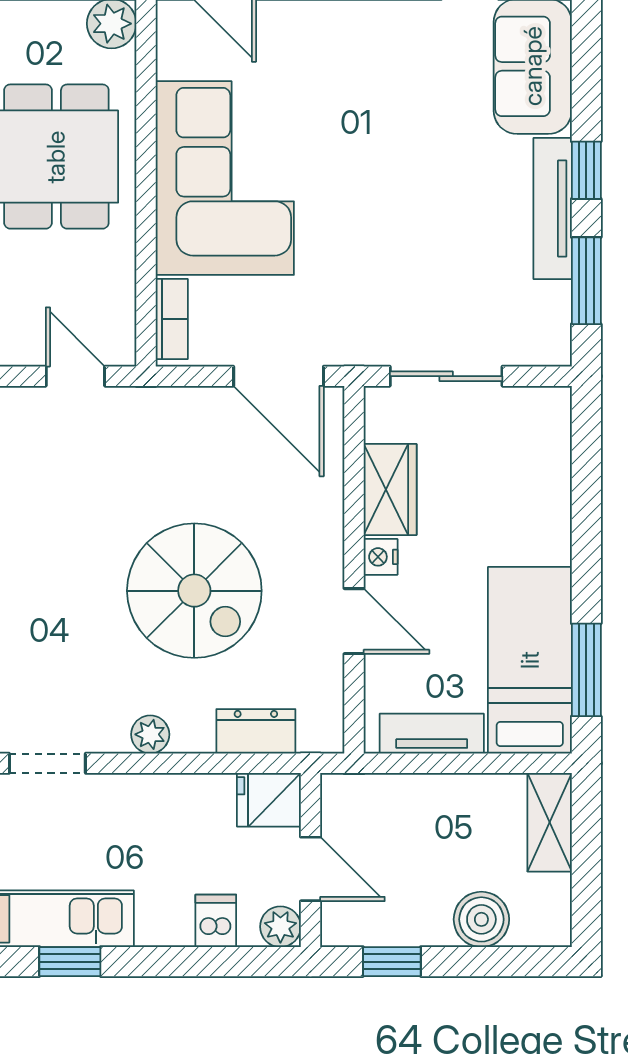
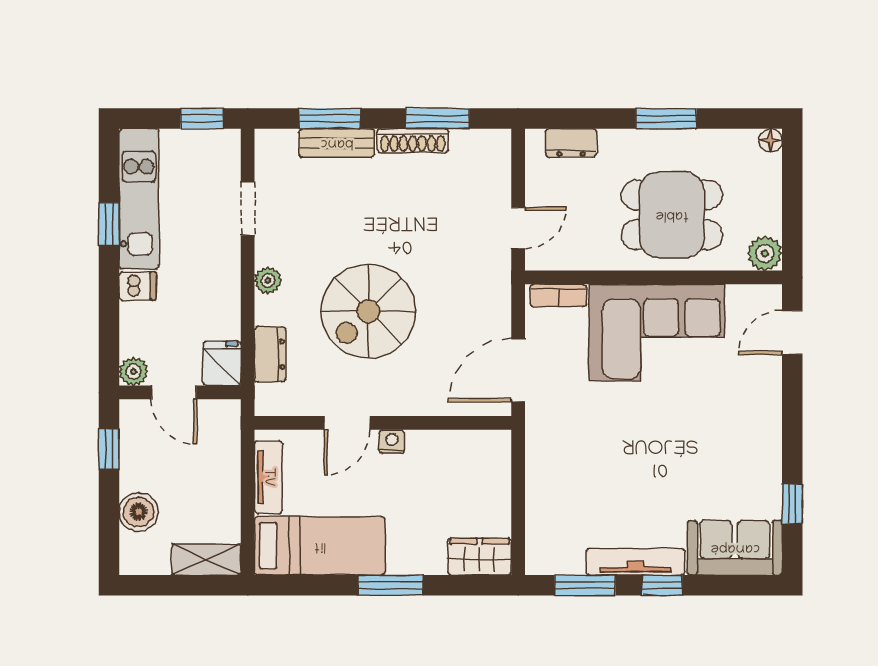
sliding door: (446, 376) -> (518, 487), removed
wardrobe: (390, 490) -> (480, 557), moved, turned 180
window: (586, 670) -> (391, 585), moved
door: (310, 869) -> (174, 392), hinge flipped
dishwasher: (216, 921) -> (138, 286), moved

